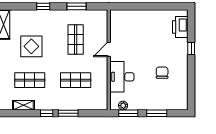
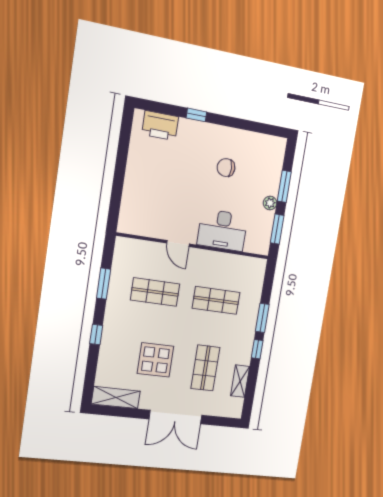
shop shelf: (76, 80) -> (216, 300), turned 90
plant: (123, 106) -> (270, 203), moved

